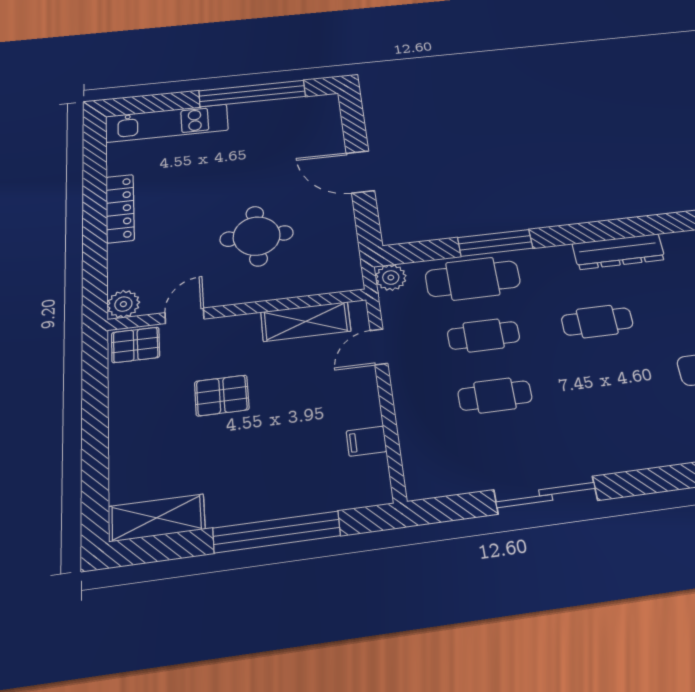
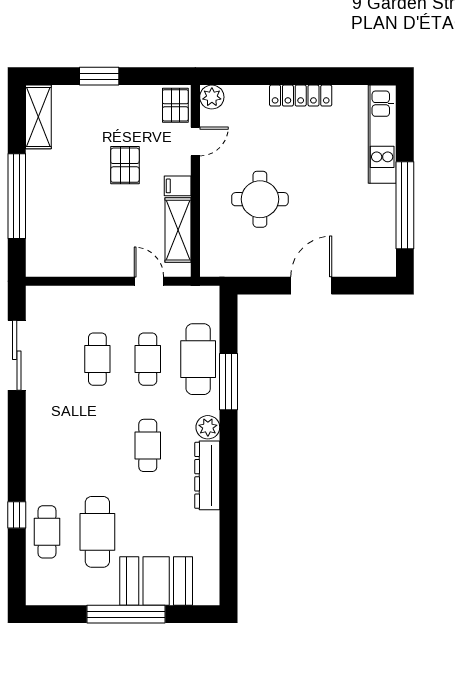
plant: (391, 277) -> (208, 427), moved
door: (184, 316) -> (195, 141), hinge flipped
filing cabinet: (366, 441) -> (178, 186), moved, turned -90
window: (95, 444) -> (99, 76), added
sliding door: (546, 495) -> (17, 355), moved

